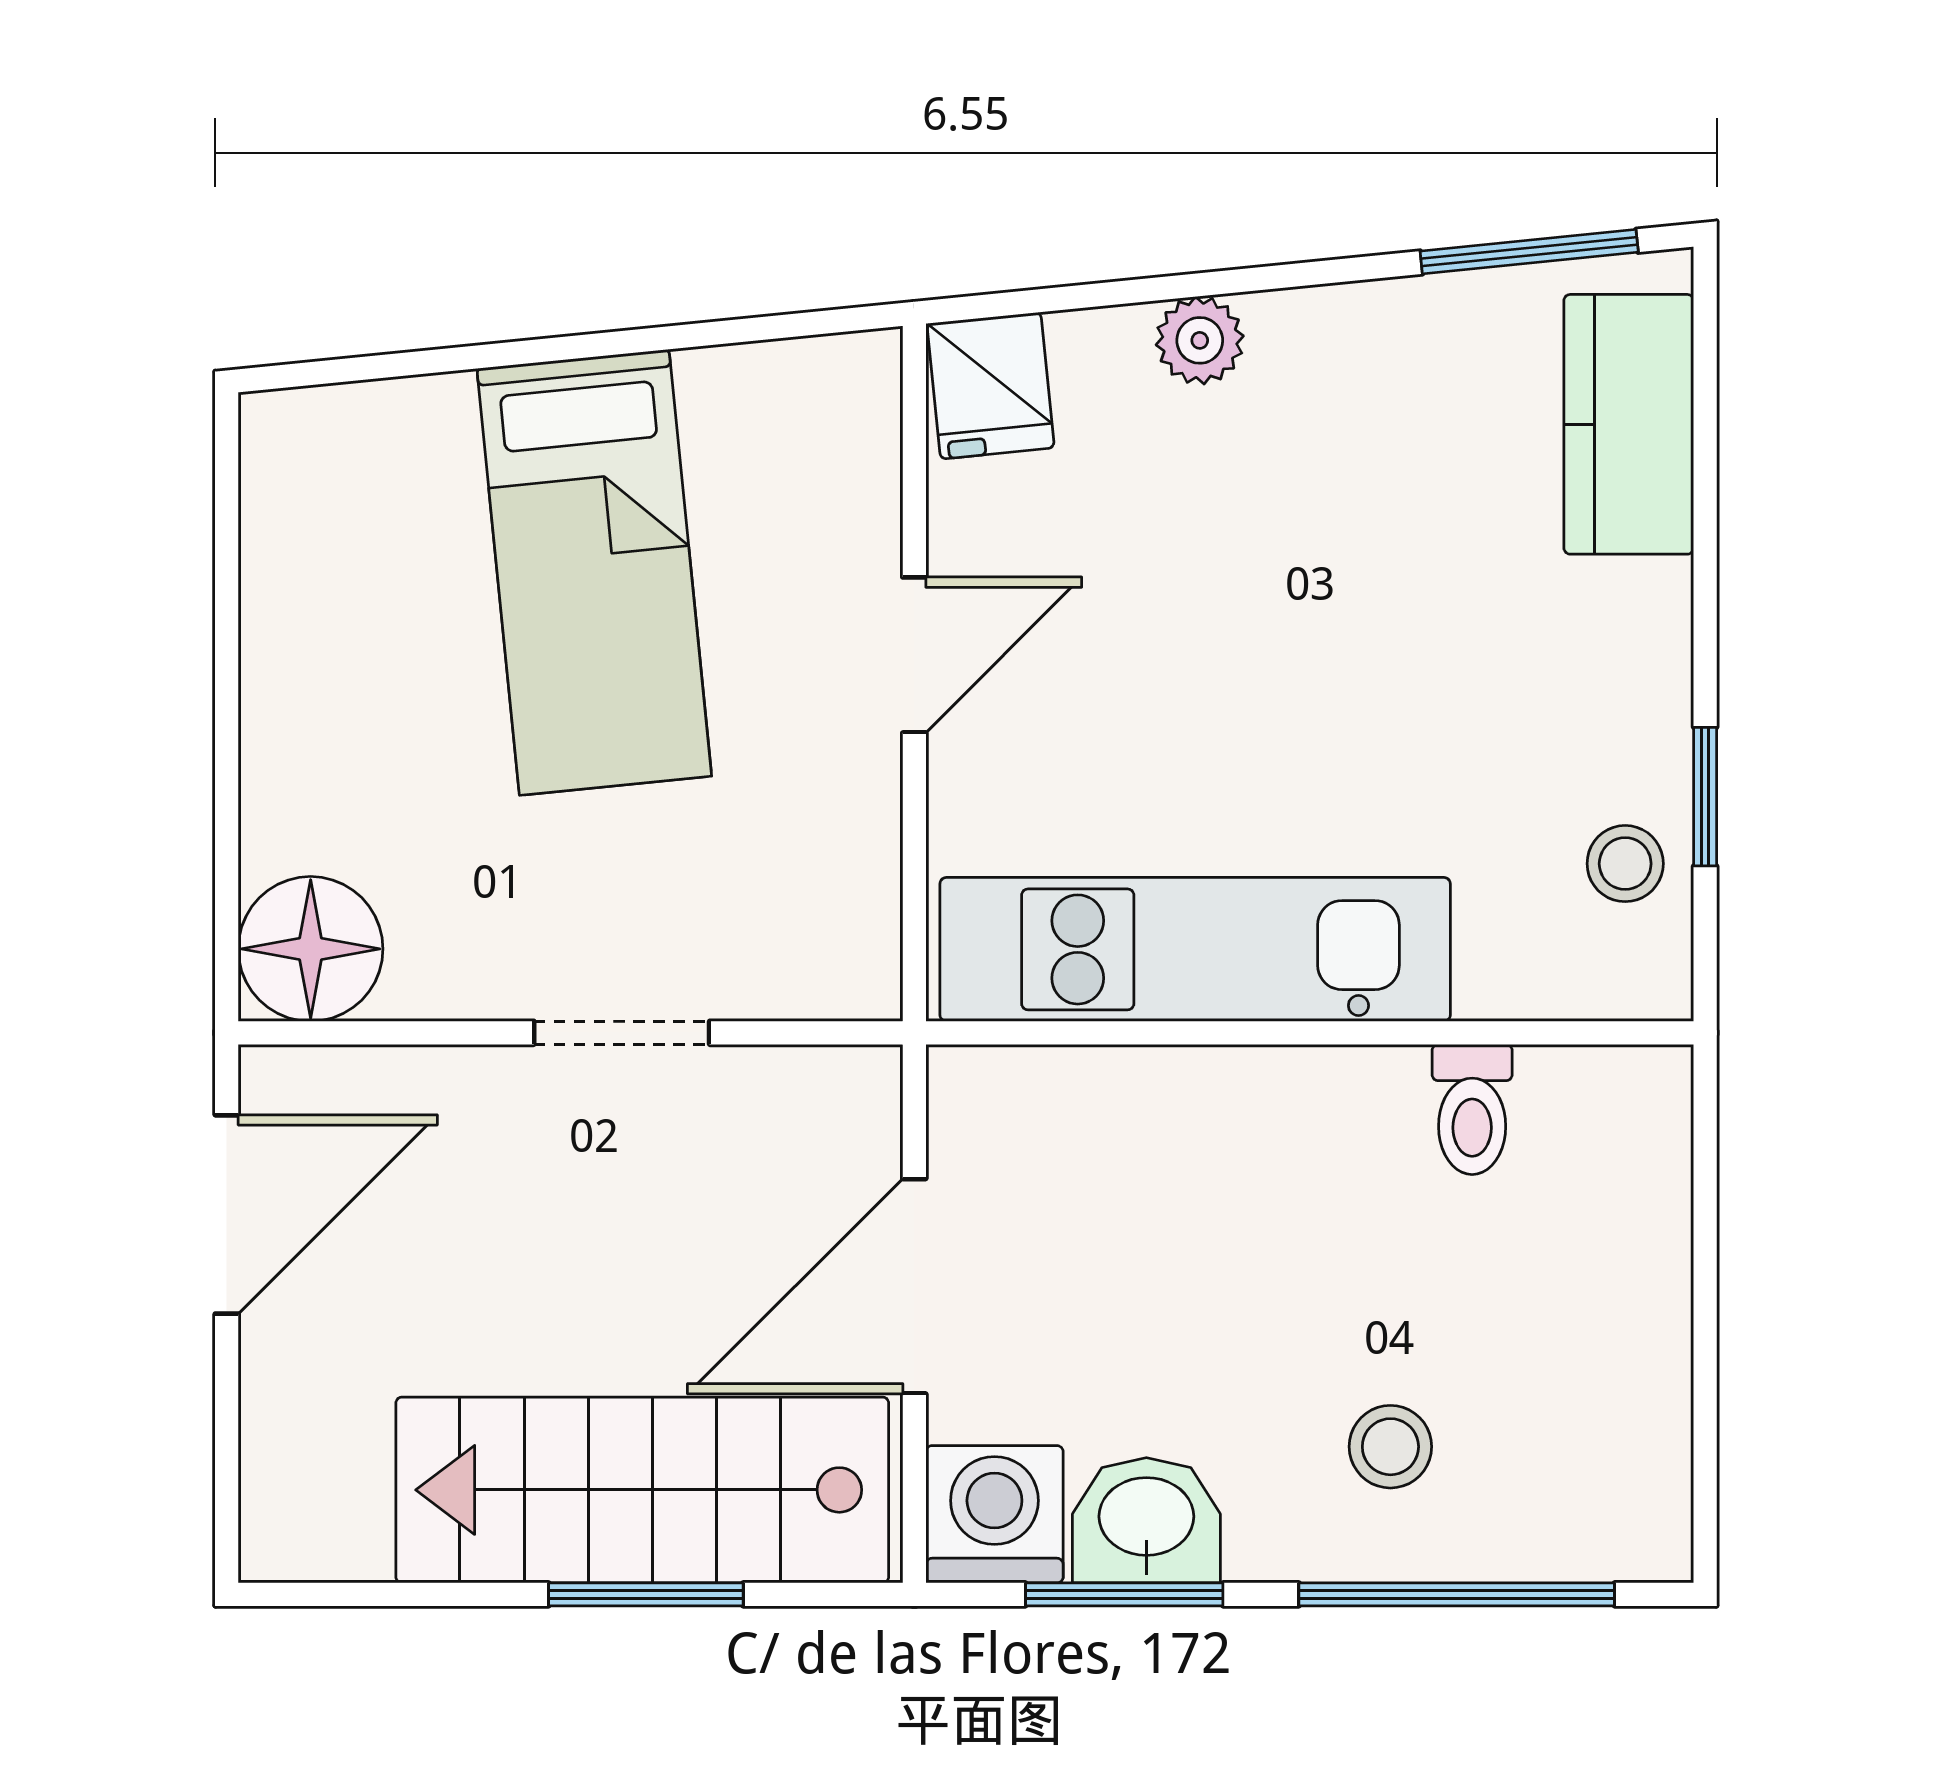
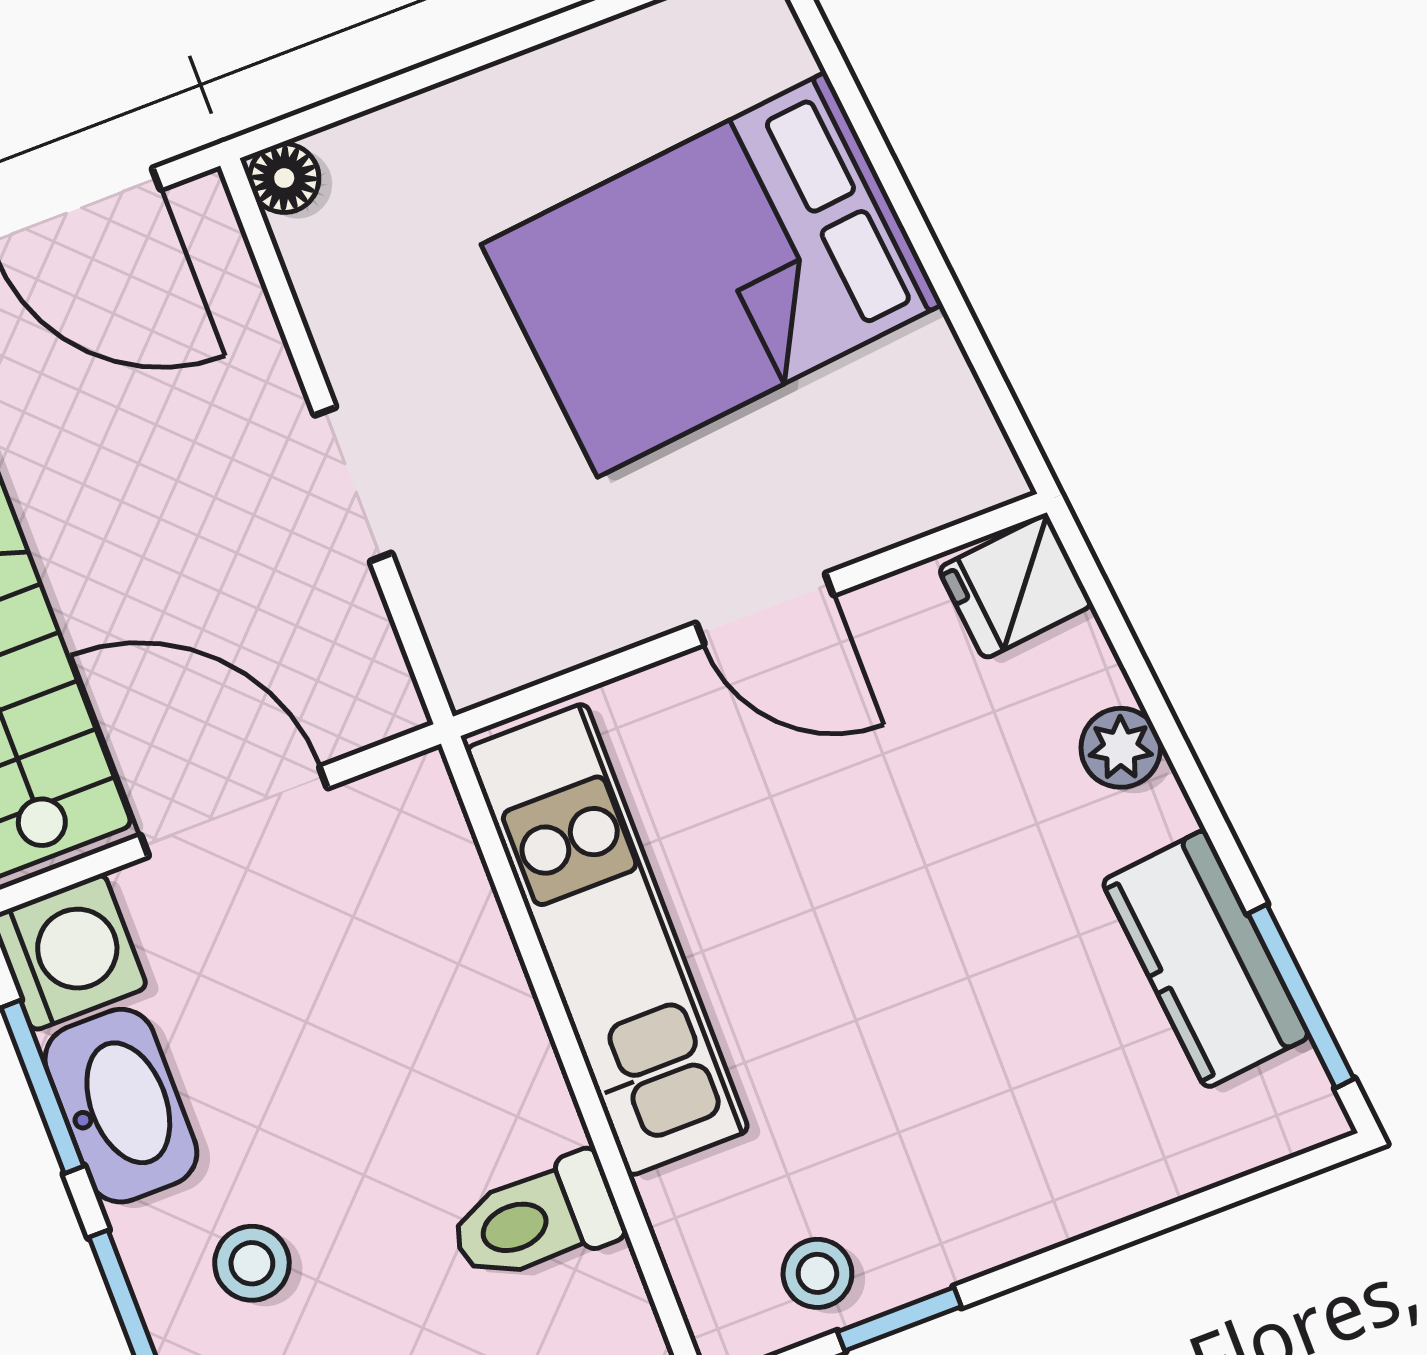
kitchen counter: (1629, 424) -> (1205, 959), moved, turned -96
bed: (594, 572) -> (712, 274), width x1.50
floor lamp: (311, 949) -> (284, 178), width x0.53, depth x0.53
toilet: (1472, 1109) -> (536, 1219), width x1.37, depth x1.39
washbasin: (1146, 1520) -> (121, 1106), width x1.38

